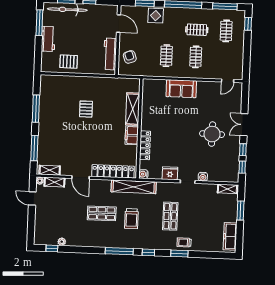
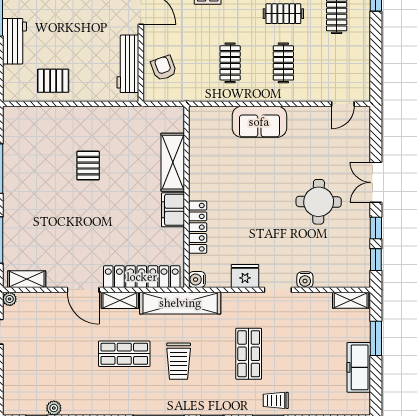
shelving: (55, 182) -> (120, 300), moved
freezer: (230, 236) -> (359, 367), moved

